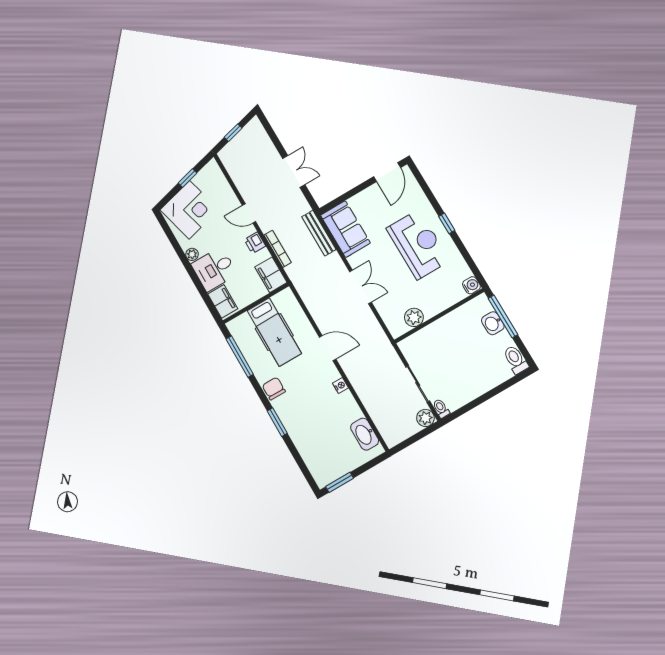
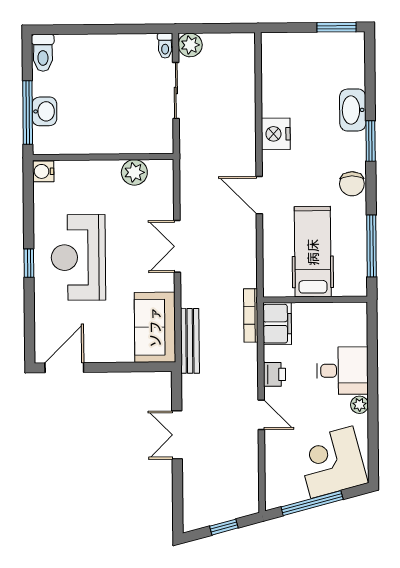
window: (187, 178) -> (312, 503), width x2.17
bookcase: (278, 249) -> (251, 315), moved
filing cabinet: (223, 301) -> (354, 325), removed
nightstand: (340, 386) -> (276, 134), width x1.89, depth x1.79
washbasin: (365, 434) -> (353, 110), moved, turned 180

